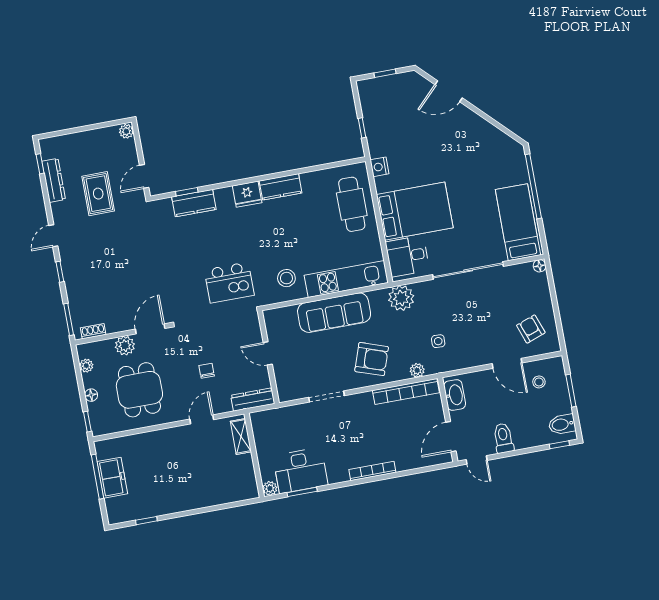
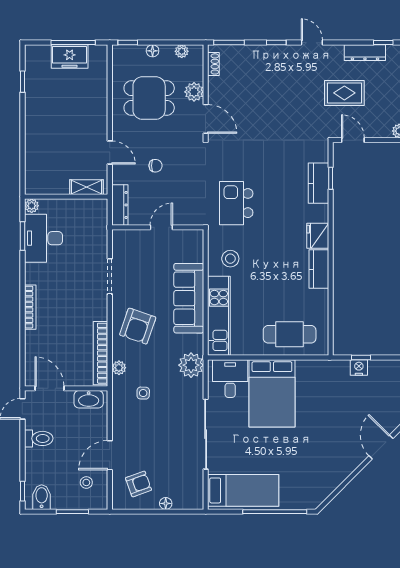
nightstand: (379, 167) -> (359, 367), moved
floor lamp: (540, 266) -> (166, 503), moved

